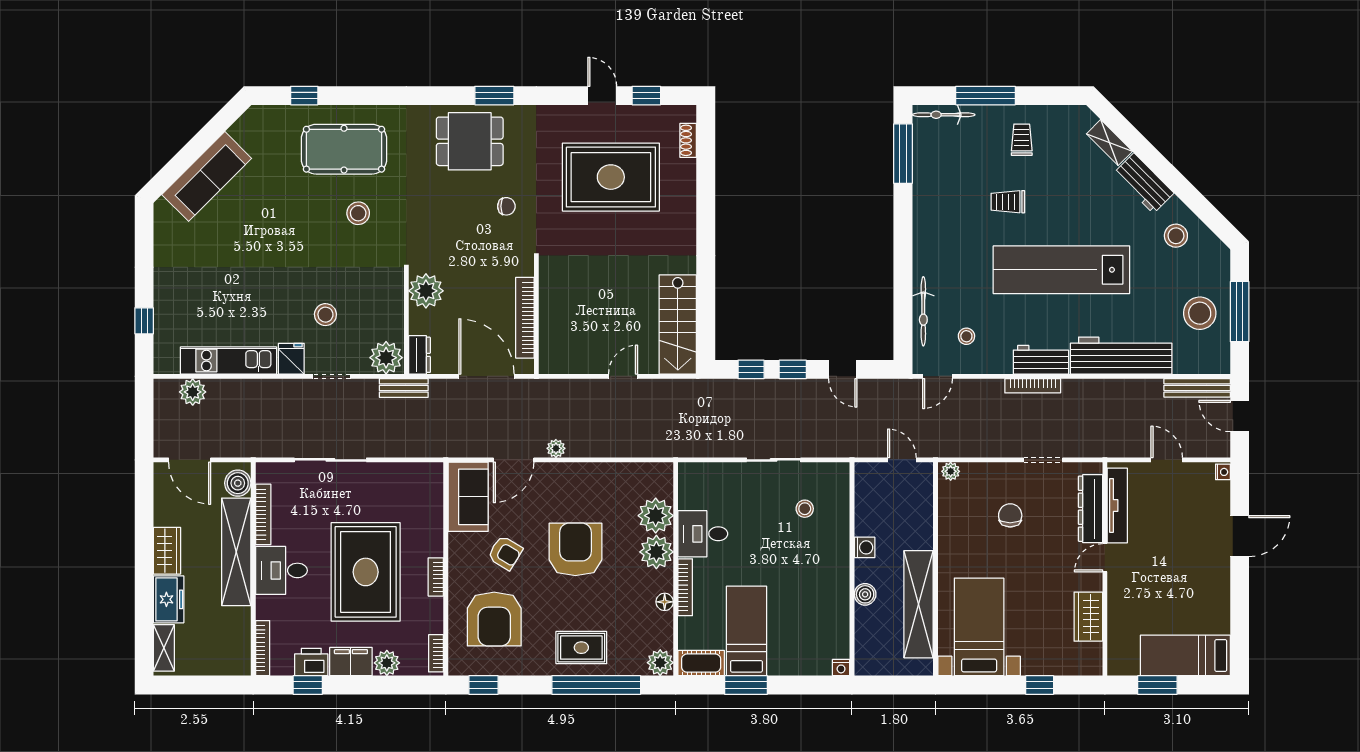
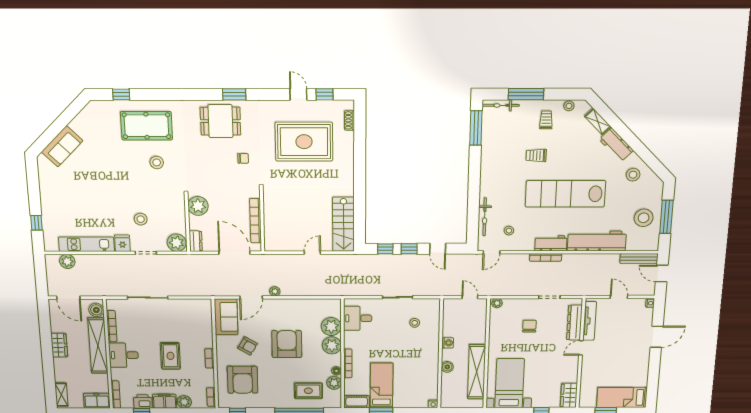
stool: (1059, 116) -> (569, 106), added
sofa: (207, 176) -> (62, 146), width x0.73
bench: (404, 388) -> (187, 259), removed
desk: (703, 534) -> (358, 318), moved
rug: (366, 572) -> (170, 356), width x0.54, depth x0.49
freezer: (169, 599) -> (97, 401), moved, turned -90
wardrobe: (1088, 617) -> (569, 395), moved
rug: (581, 648) -> (308, 391), moved
plant: (660, 663) -> (334, 383), moved

